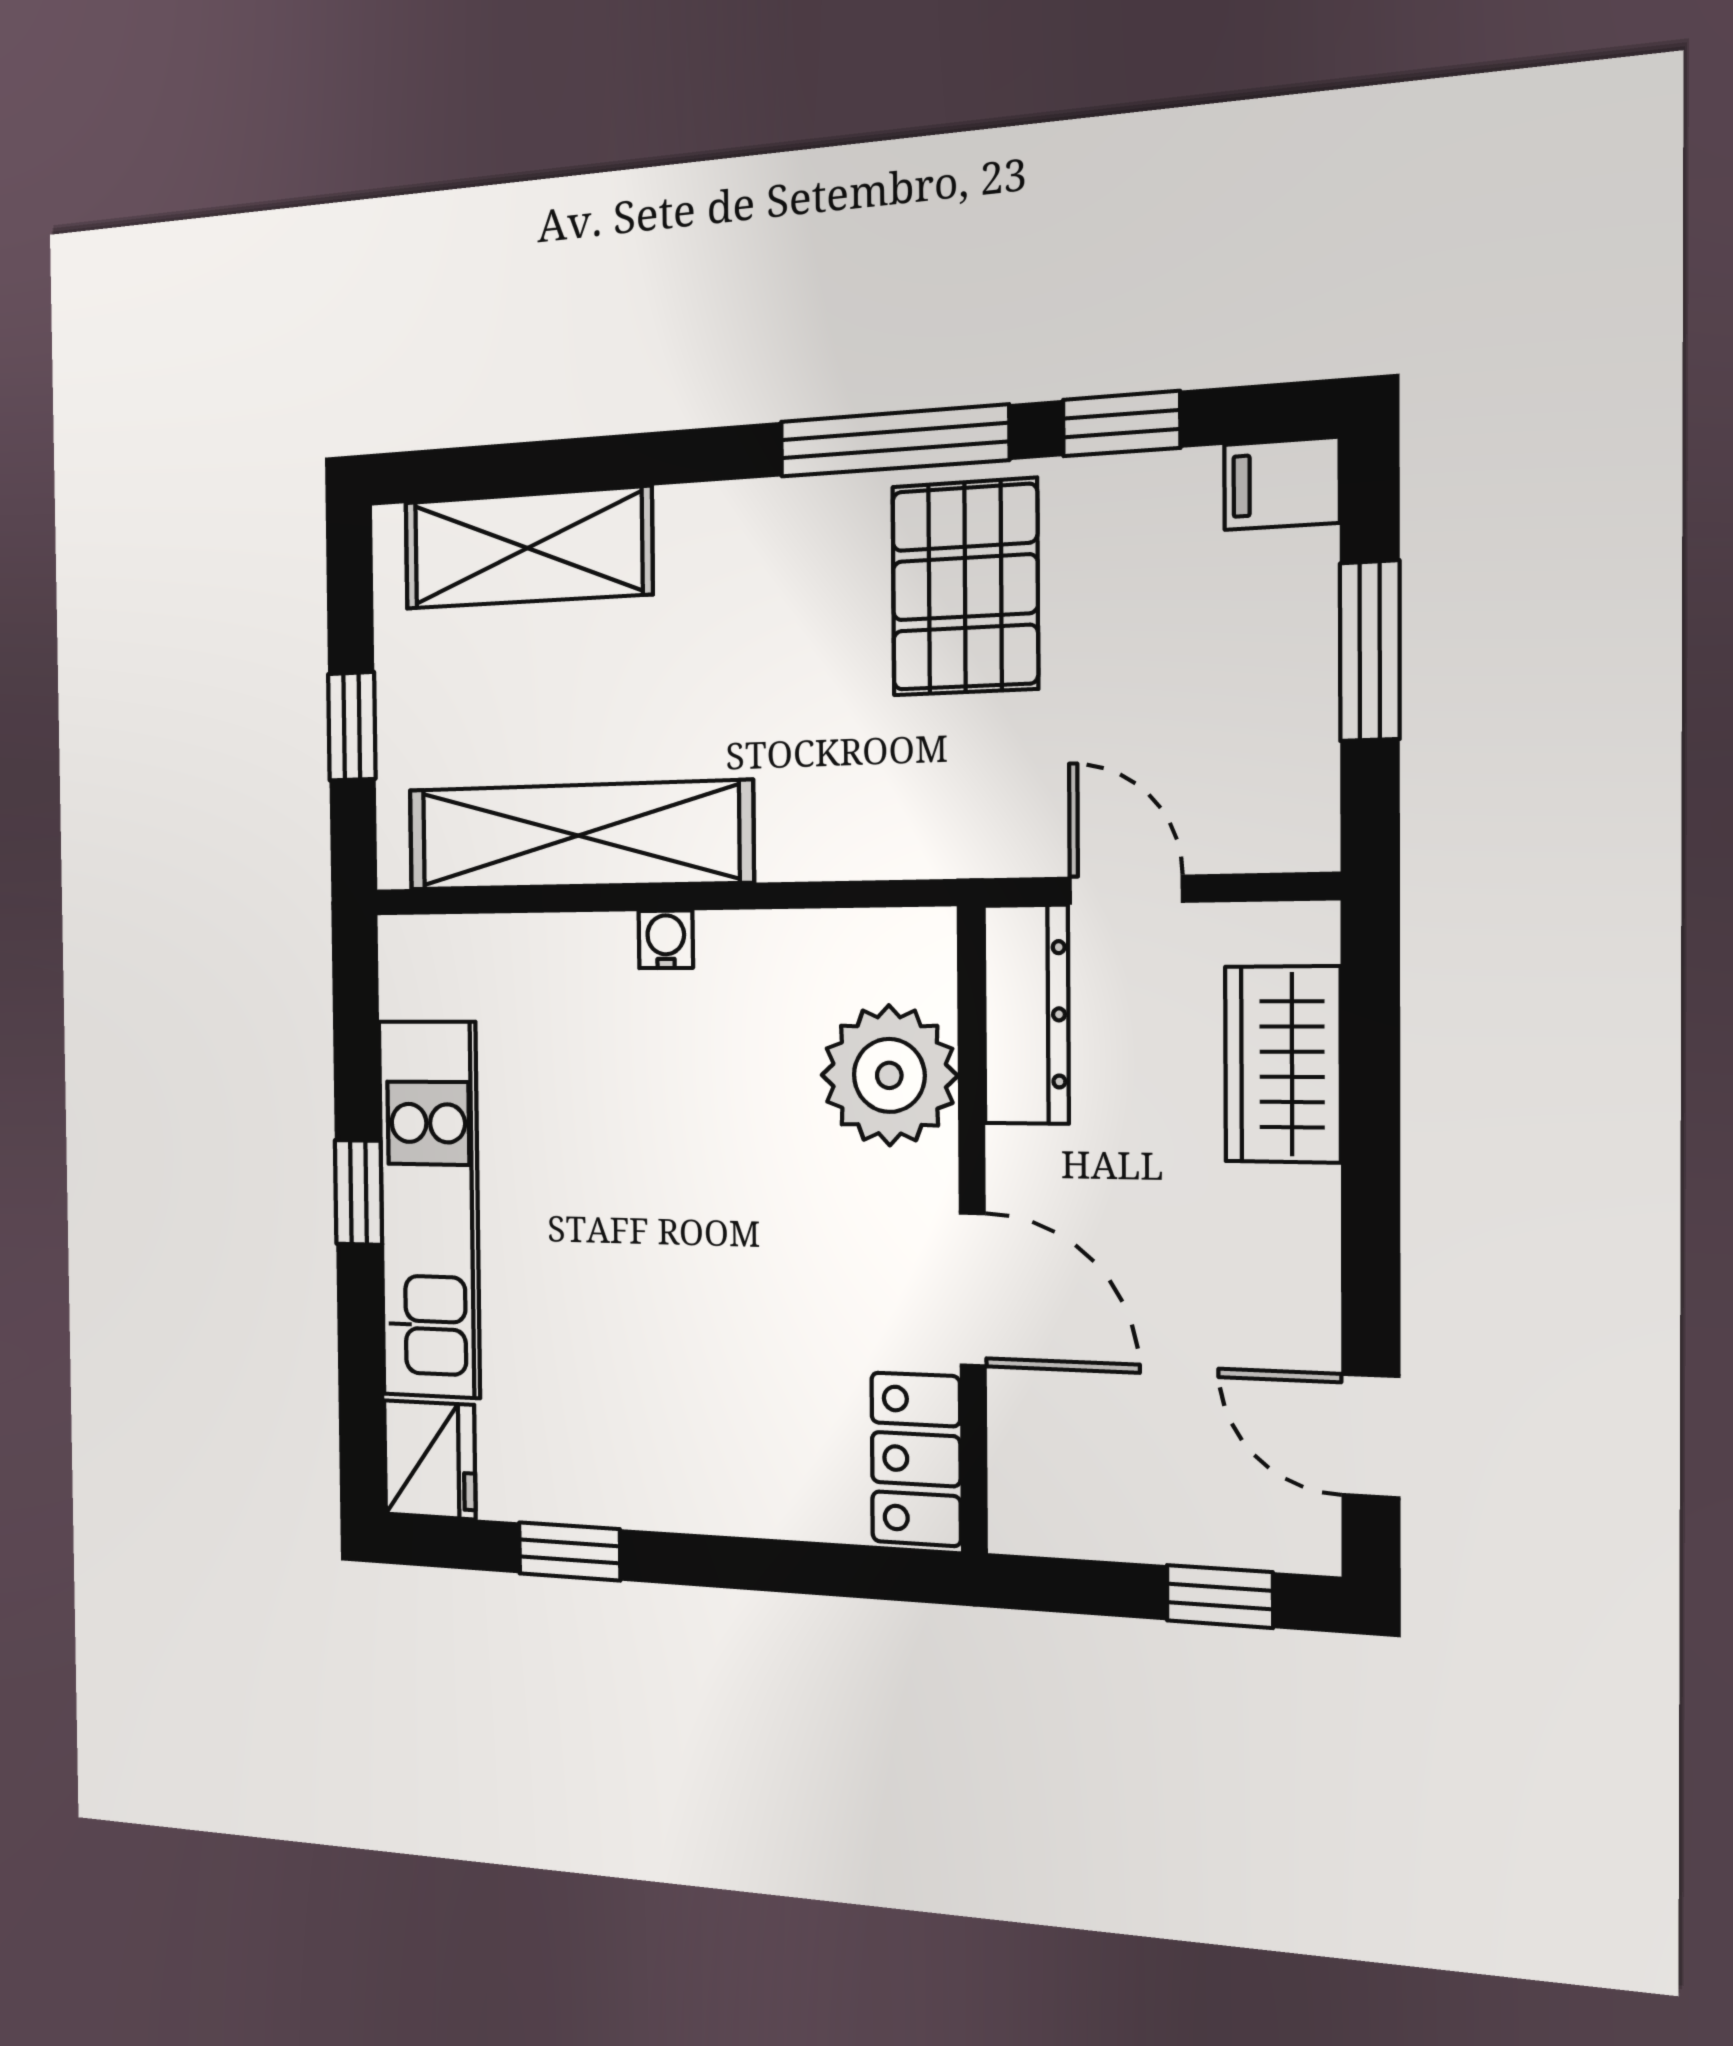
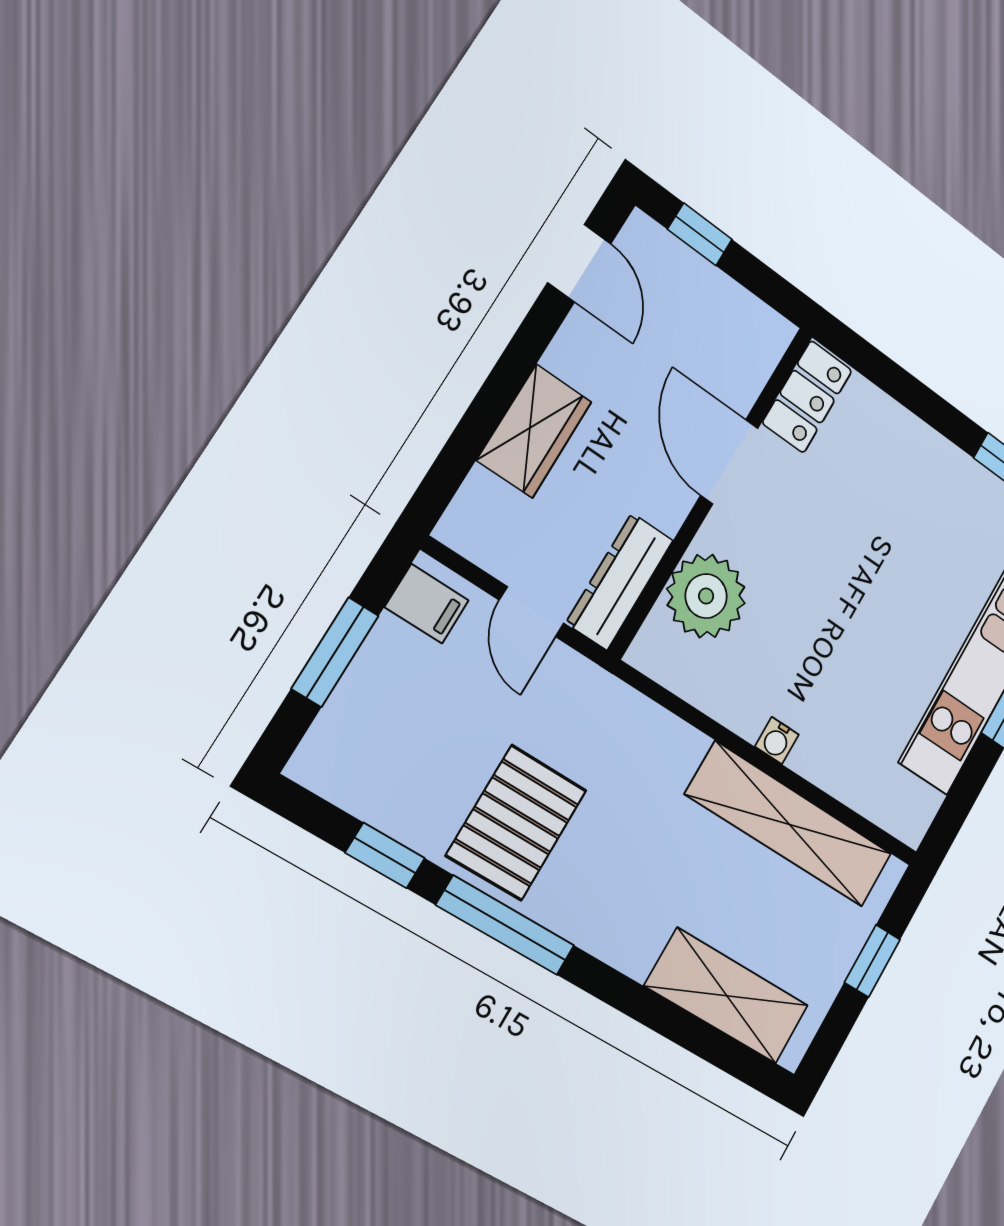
filing cabinet: (1282, 484) -> (427, 604), moved
wardrobe: (1283, 1064) -> (534, 431), moved

